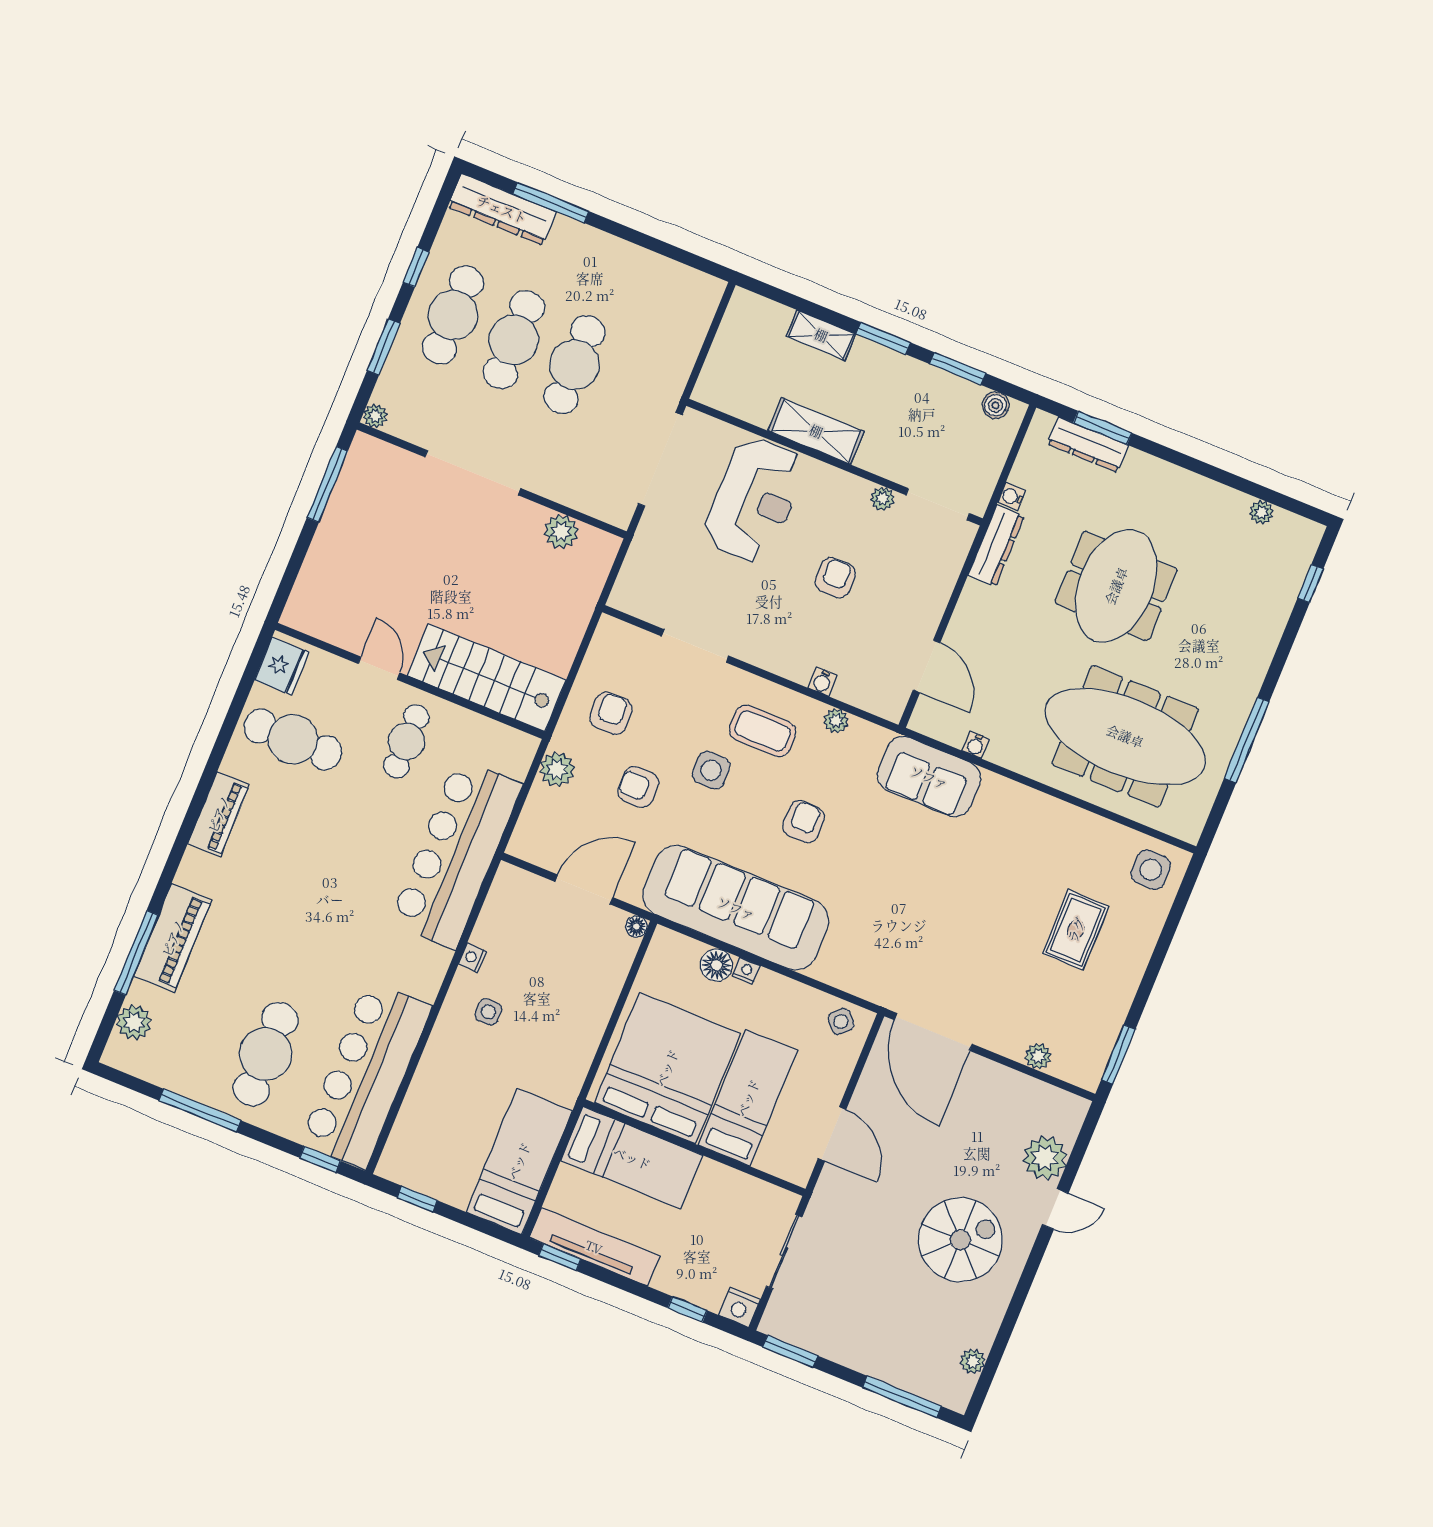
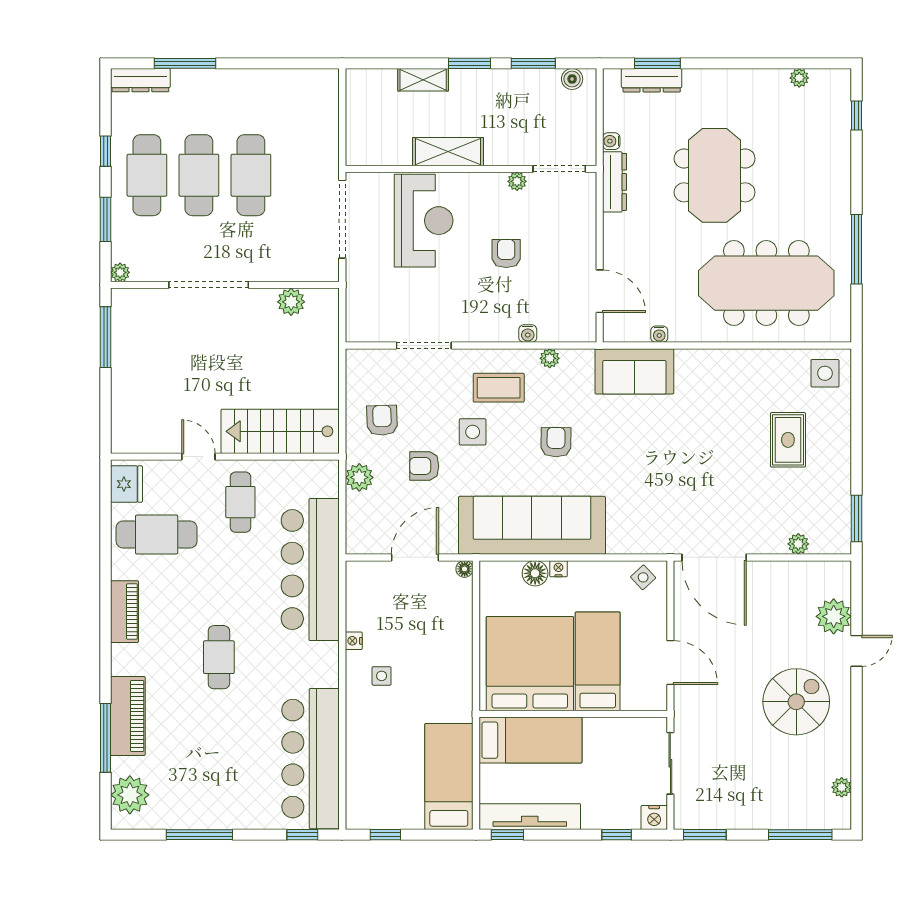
dresser: (502, 209) -> (140, 80), width x0.73, depth x0.80
plant: (134, 1022) -> (130, 795), width x1.36, depth x1.36
cafe table: (266, 1054) -> (219, 657), moved, width x0.73, depth x0.74

